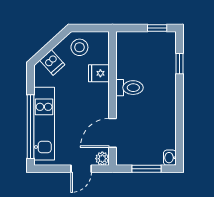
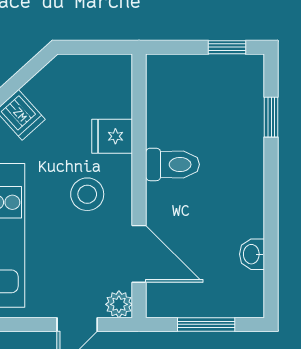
stool: (79, 47) -> (87, 194), moved
door: (112, 133) -> (139, 254), swing flipped
washbasin: (170, 158) -> (252, 254), moved

